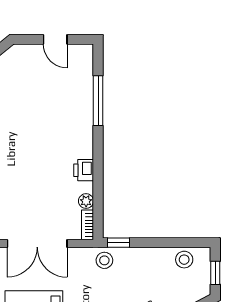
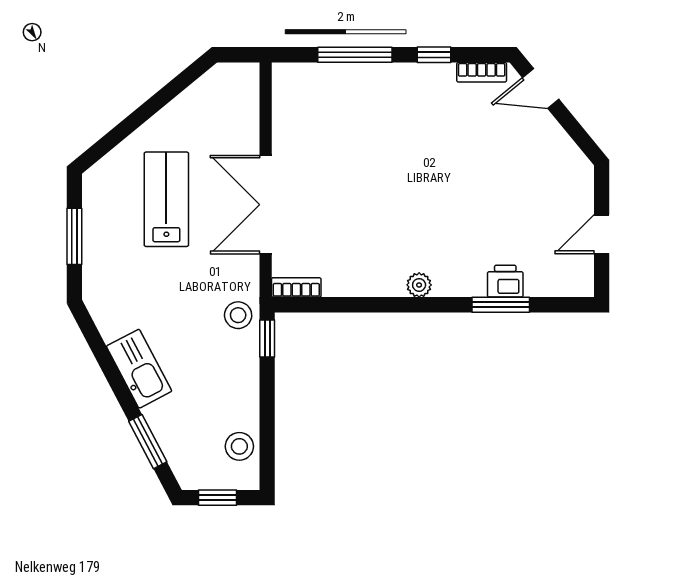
window: (98, 101) -> (501, 305), width x0.69
printer: (84, 170) -> (505, 281), moved
plant: (86, 201) -> (419, 285), moved

